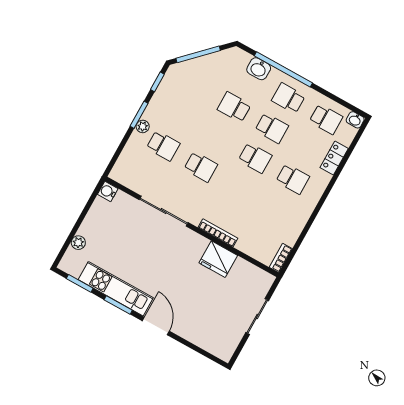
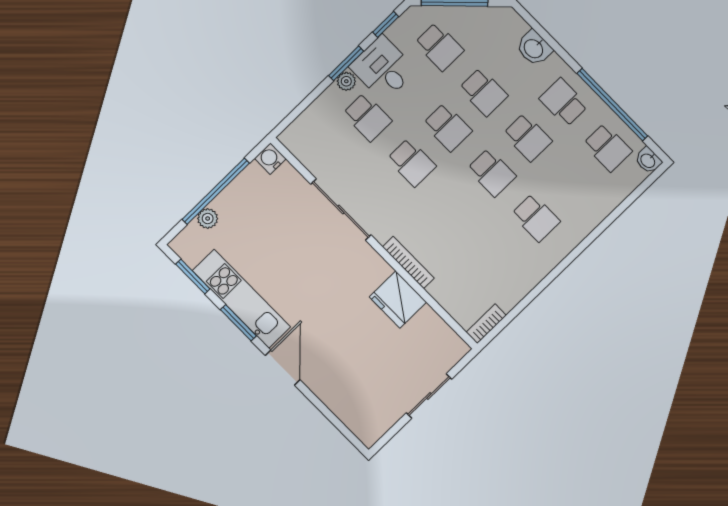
window: (283, 69) -> (612, 105), moved
school desk: (197, 86) -> (439, 47), added
school desk: (234, 107) -> (483, 92), turned 180
desk: (164, 111) -> (383, 68), added
school desk: (217, 137) -> (447, 127), added
locker: (334, 158) -> (603, 205), removed
window: (78, 223) -> (216, 191), added

